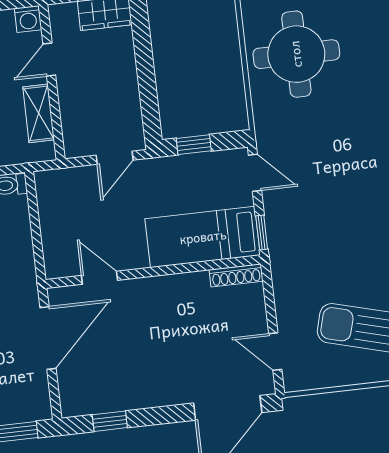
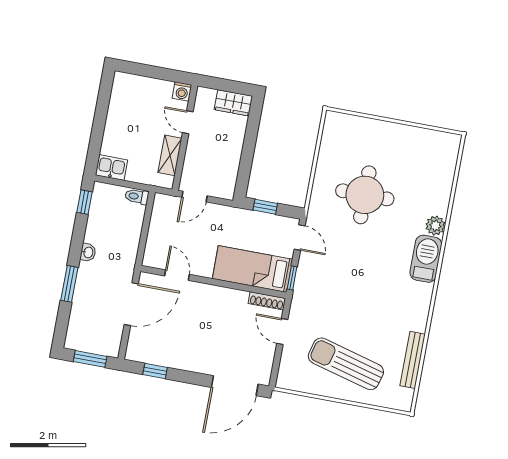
round table: (296, 54) -> (365, 195), moved
door: (49, 60) -> (188, 122), hinge flipped
door: (115, 158) -> (195, 197), moved
door: (275, 352) -> (282, 331), moved

